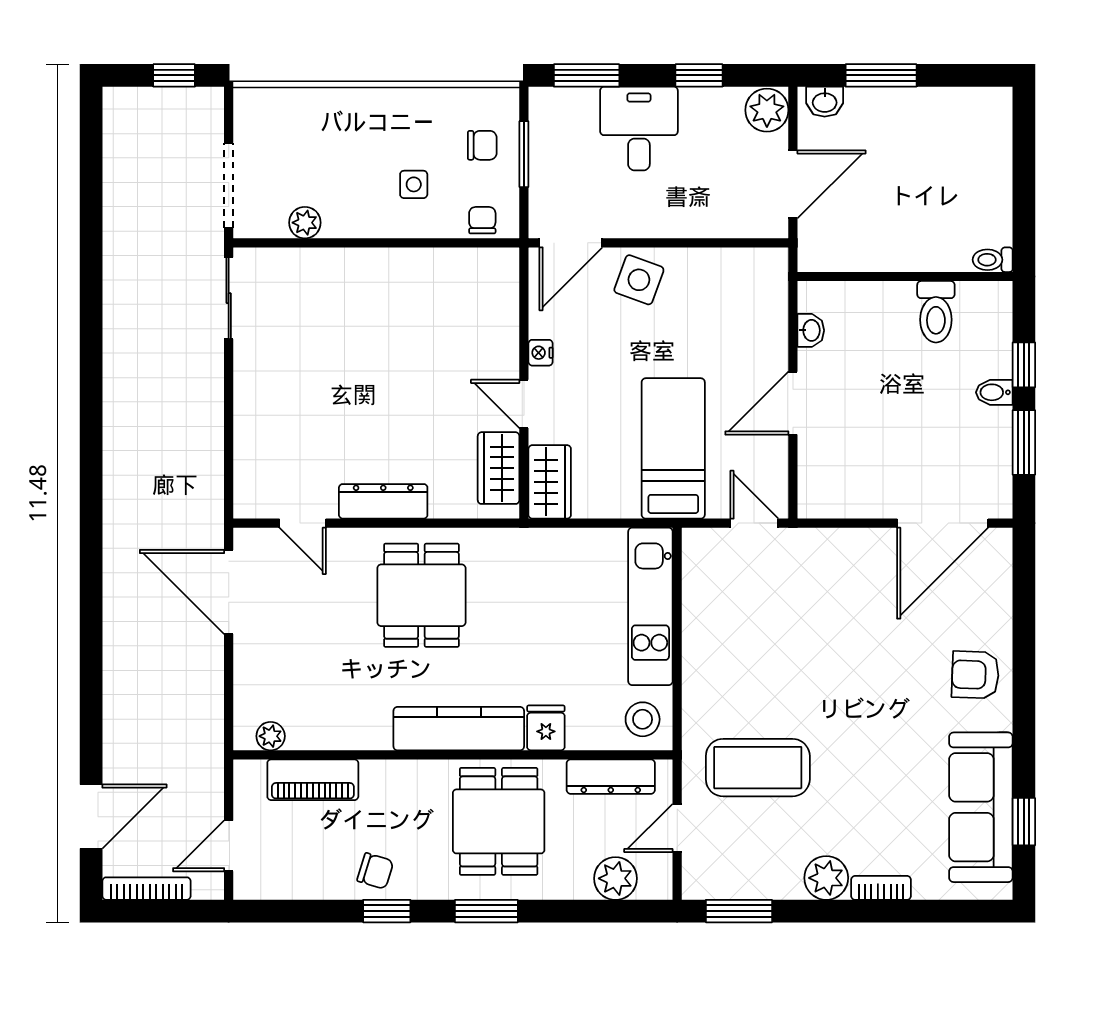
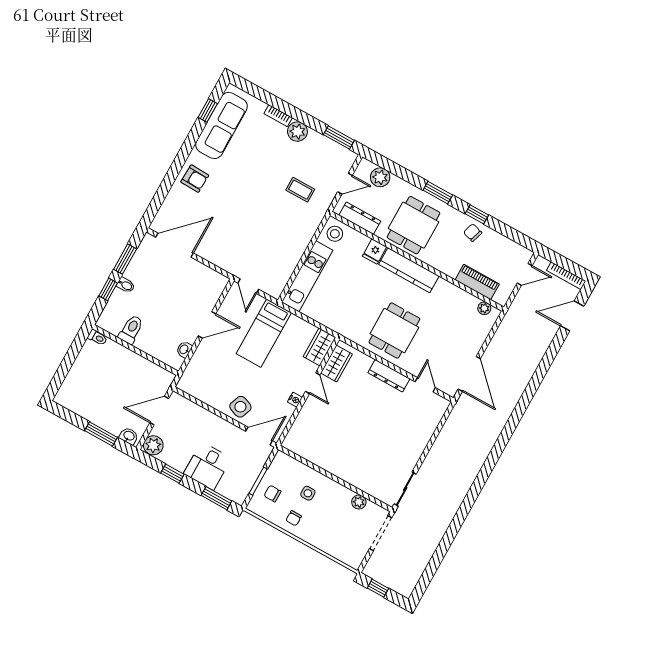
chair: (482, 220) -> (294, 518), moved
coffee table: (758, 768) -> (300, 190), width x0.54, depth x0.58

